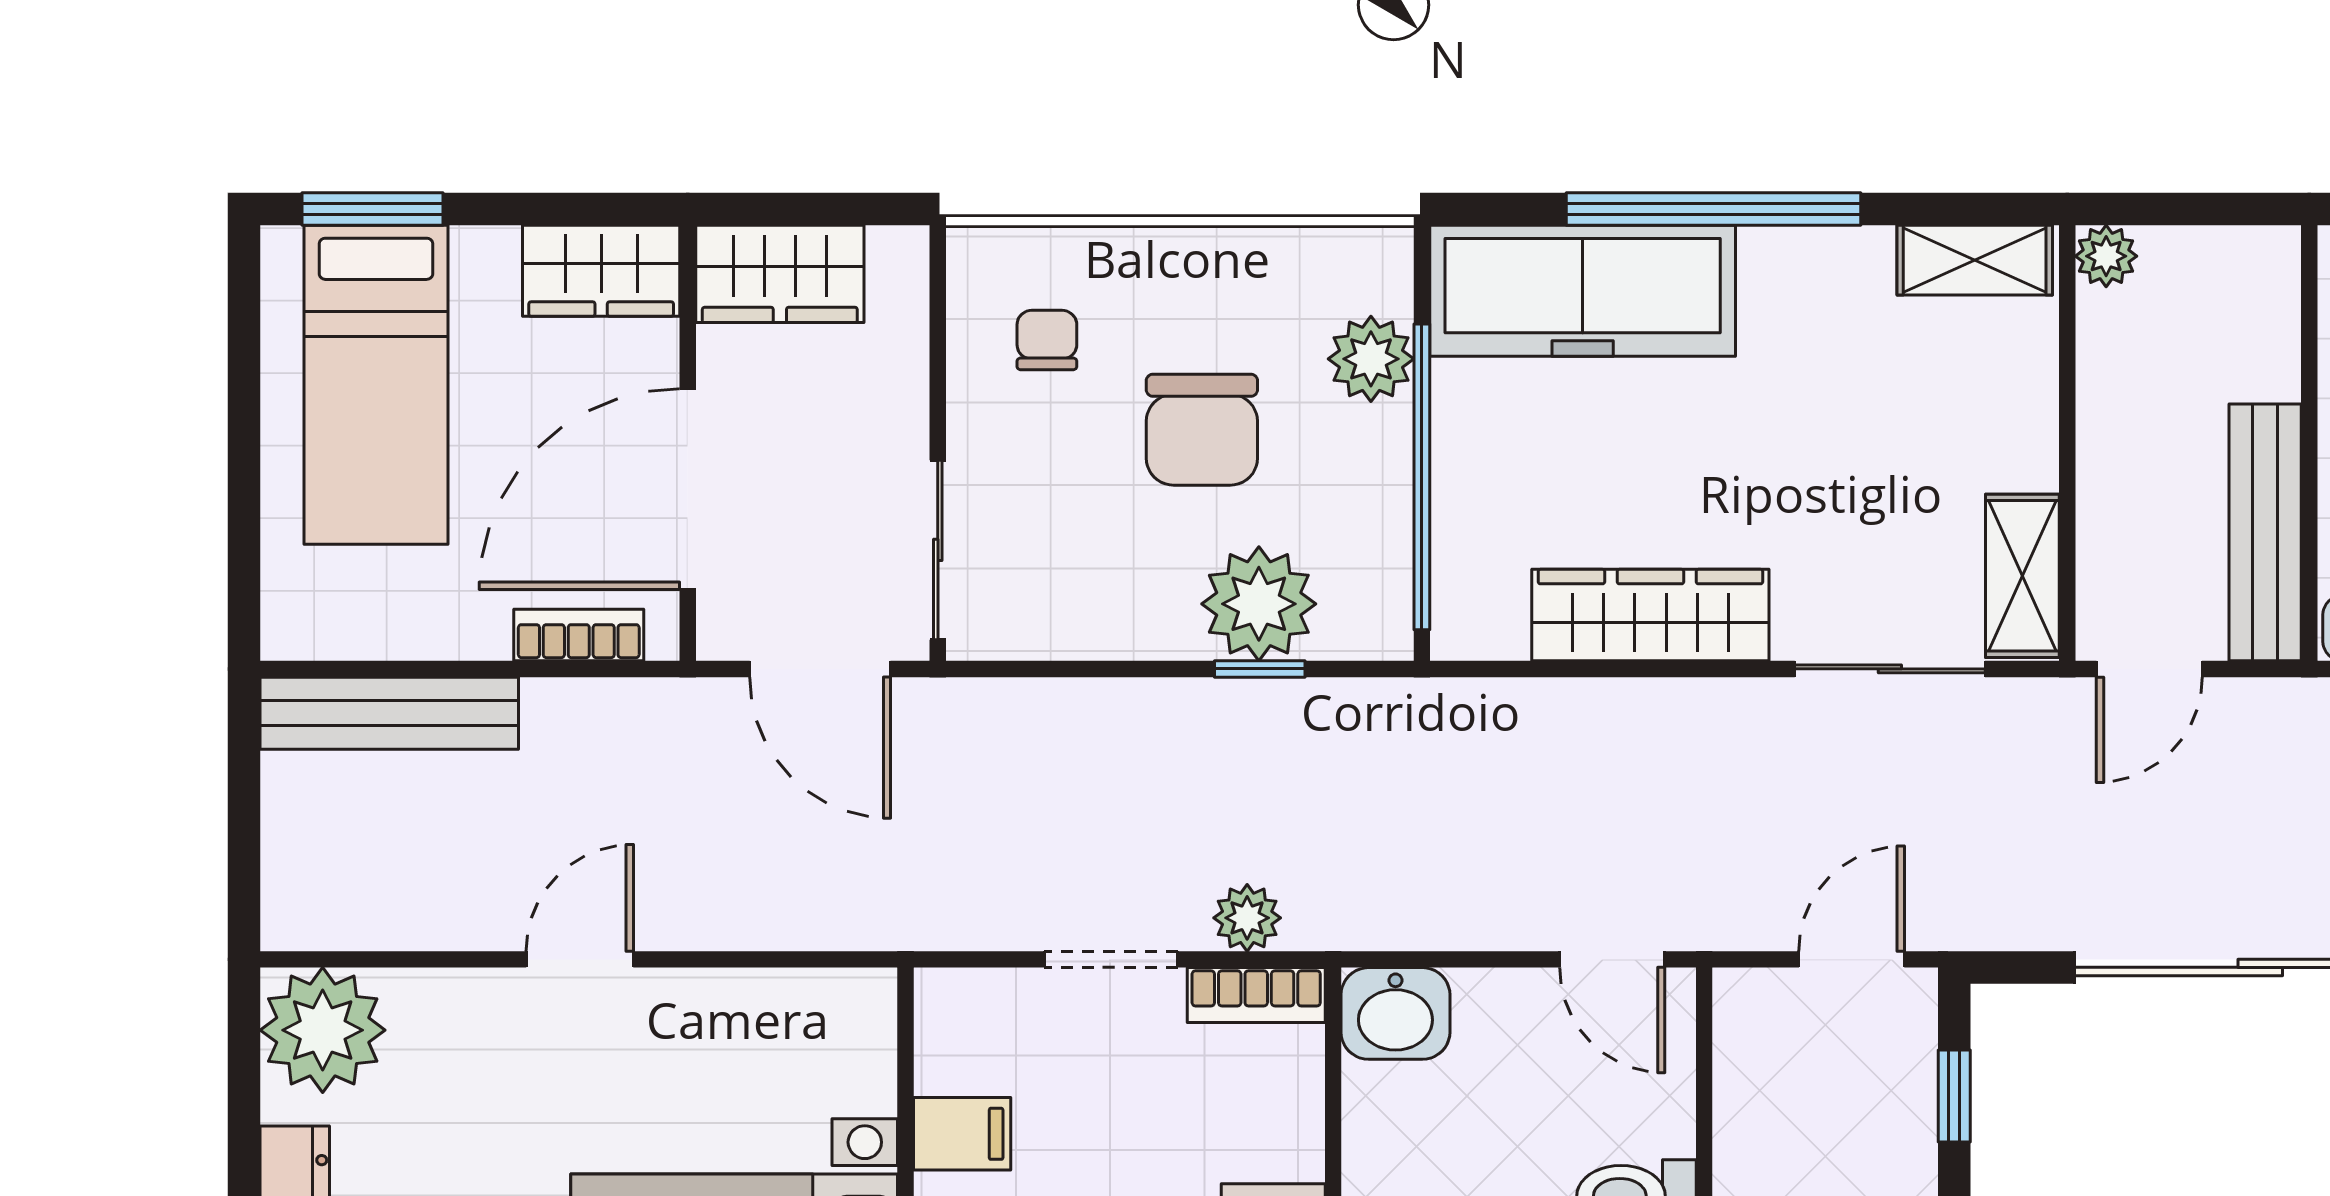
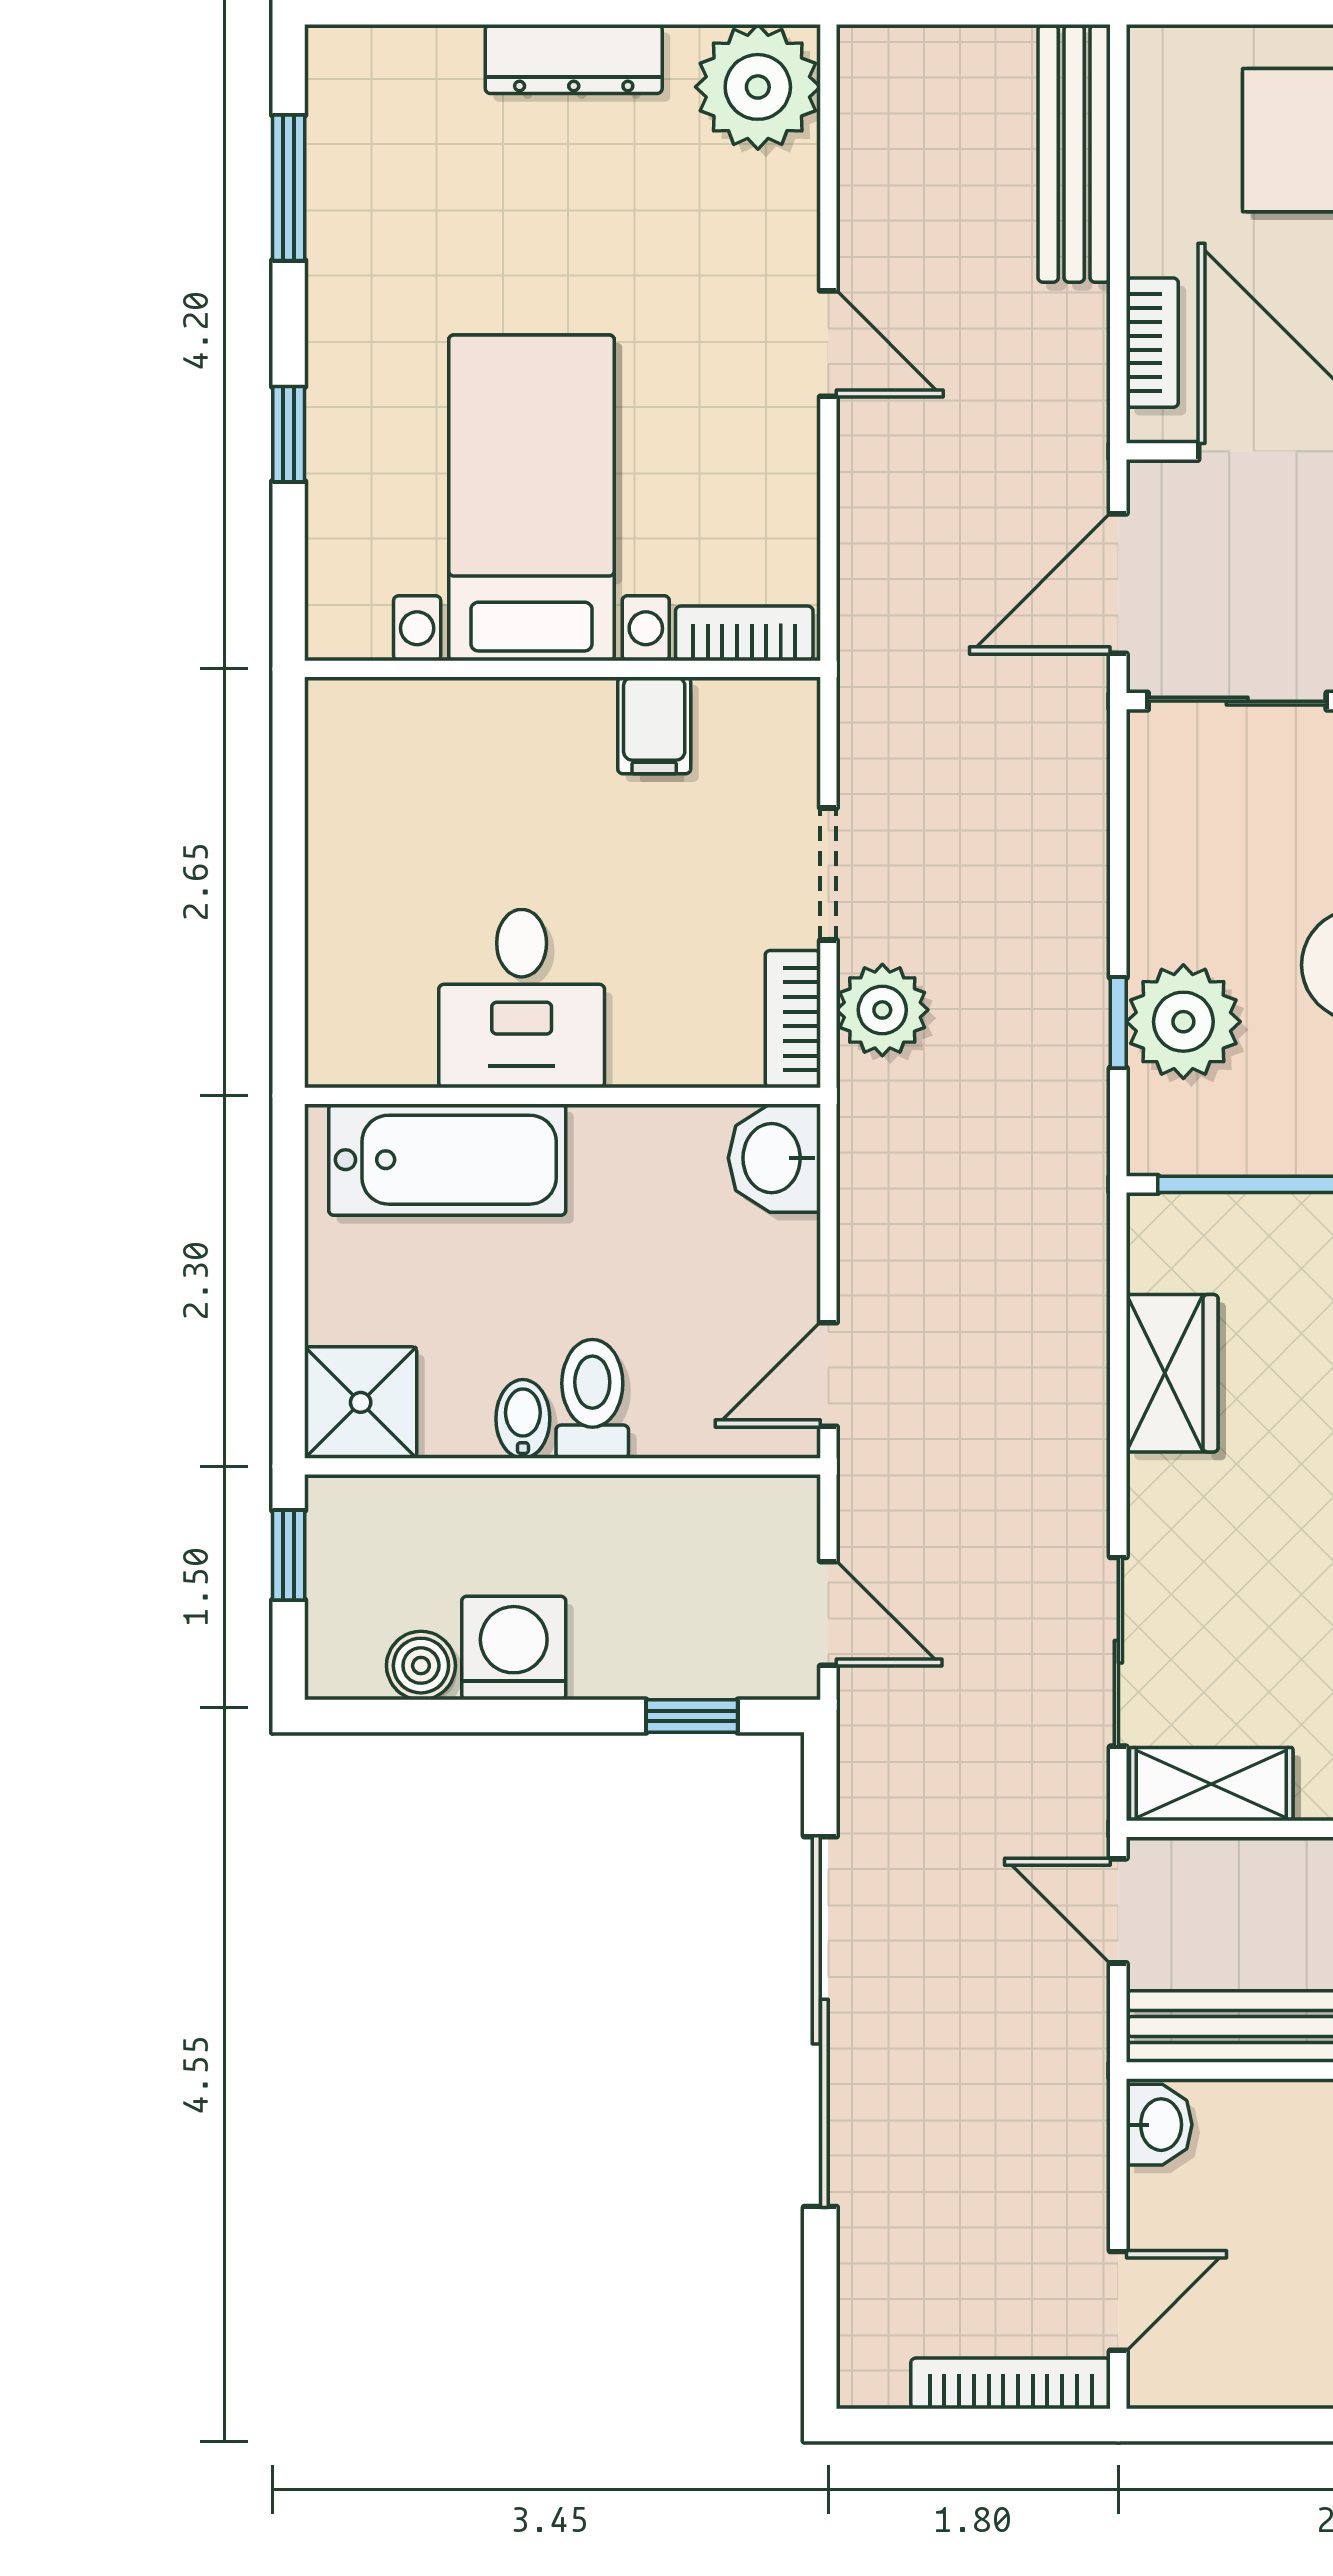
wardrobe: (1650, 615) -> (1172, 1373), width x0.67
plant: (1247, 918) -> (882, 1010), width x1.38, depth x1.38
bookcase: (870, 1044) -> (744, 633), added

